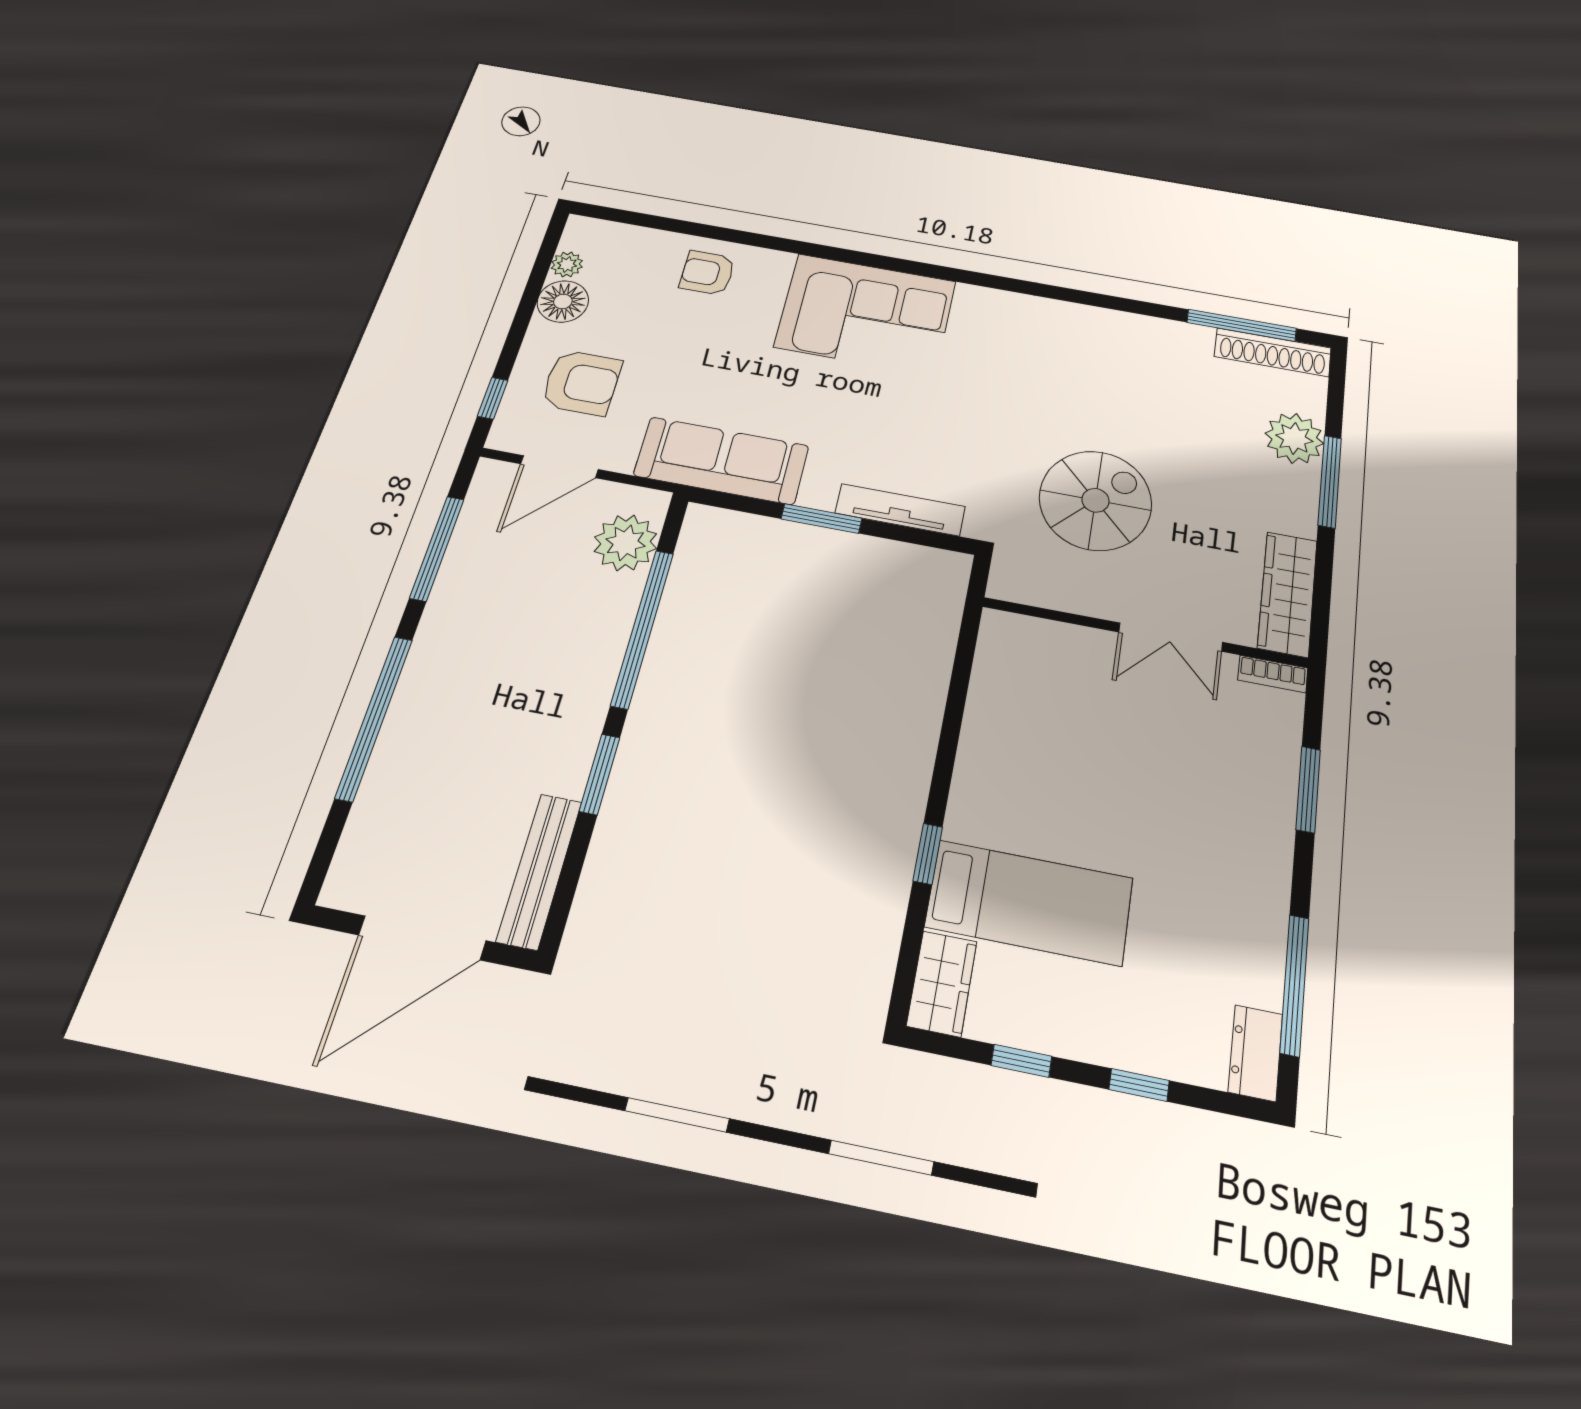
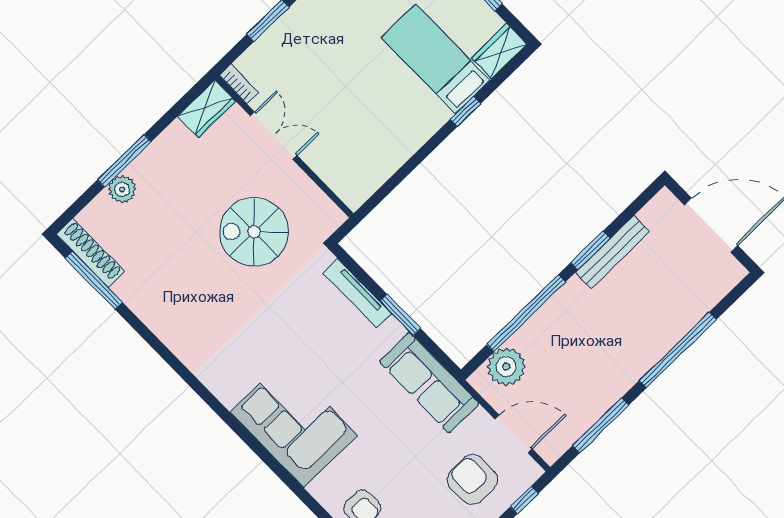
plant: (1294, 438) -> (122, 189), width x0.73, depth x0.73
wardrobe: (1288, 594) -> (207, 109), width x0.67
bench: (539, 871) -> (613, 252), moved

